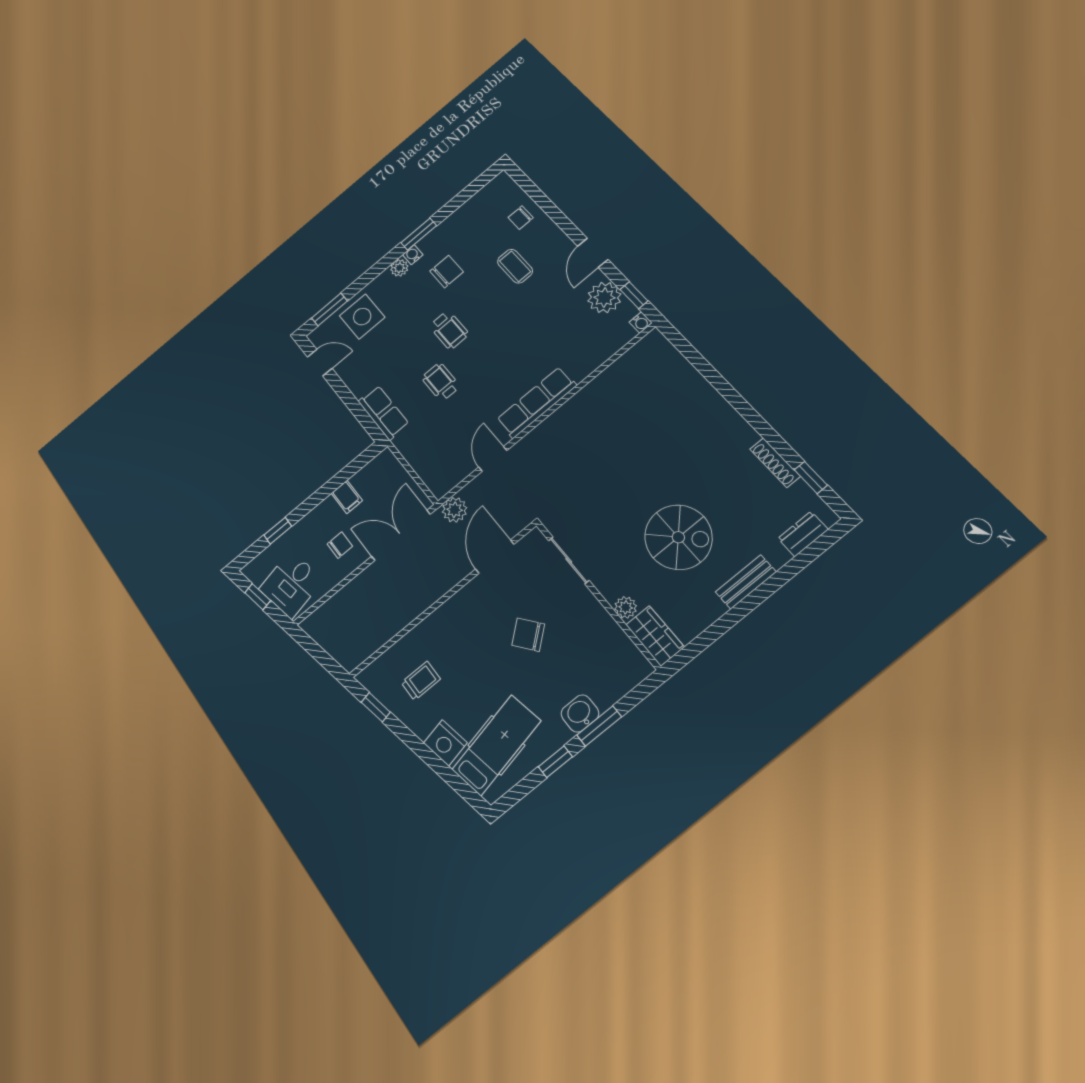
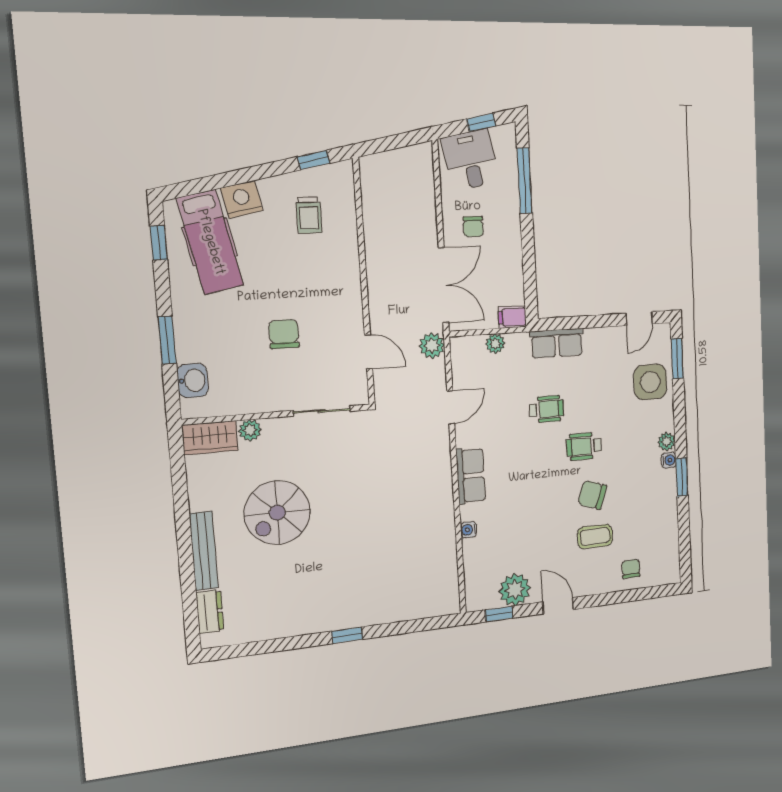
chair: (447, 272) -> (592, 495), moved, turned 109
water cooler: (641, 323) -> (469, 530), moved
row of seats: (536, 402) -> (471, 476), width x0.68
door: (493, 459) -> (451, 407), hinge flipped
plant: (418, 461) -> (495, 344), added
shoe rack: (775, 463) -> (283, 630), removed
window: (811, 477) -> (347, 635), moved
filing cabinet: (347, 497) -> (512, 317), moved
window: (278, 531) -> (525, 181), width x2.17
door: (495, 557) -> (369, 352), width x0.73
bench: (746, 582) -> (204, 551), width x1.36
chair: (528, 635) -> (284, 334), turned -51
washbasin: (580, 713) -> (193, 380), moved
window: (555, 762) -> (159, 243), moved

